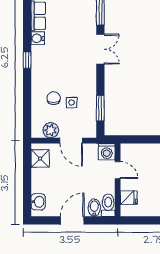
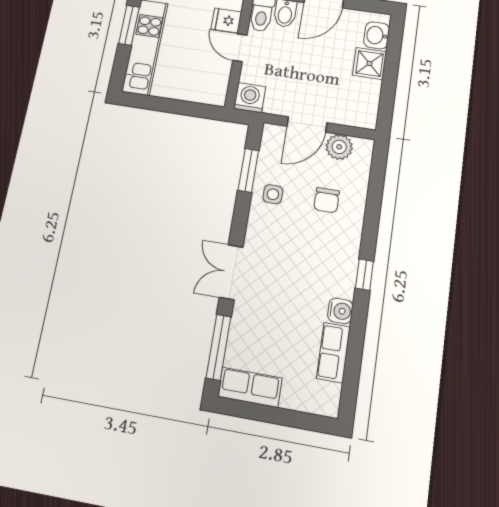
side table: (72, 103) -> (273, 194), moved
door: (71, 141) -> (307, 124), swing flipped
shower: (40, 159) -> (369, 63), moved
door: (118, 170) -> (240, 48), moved

